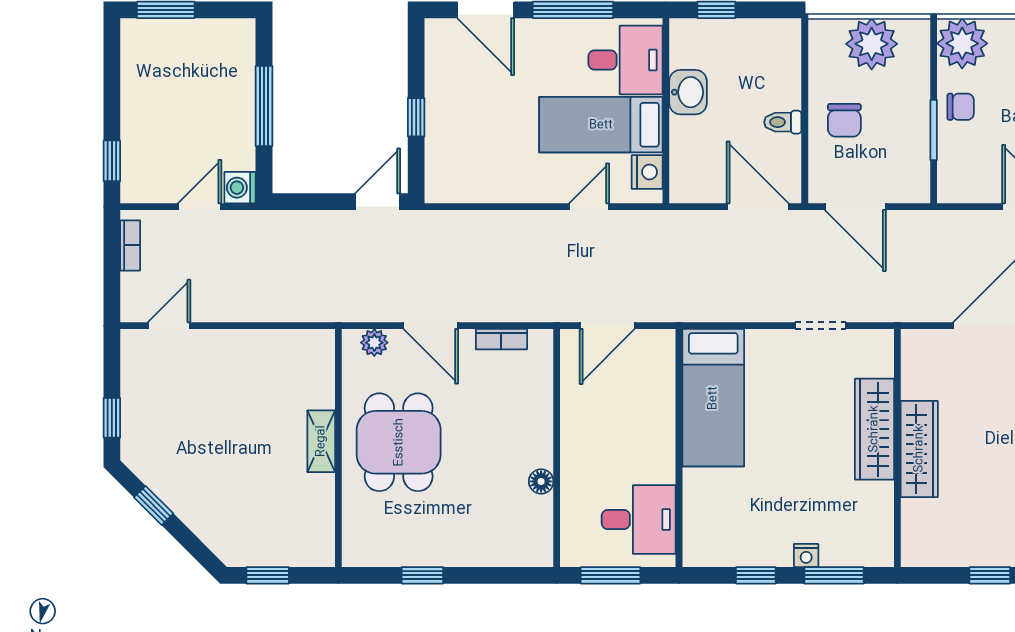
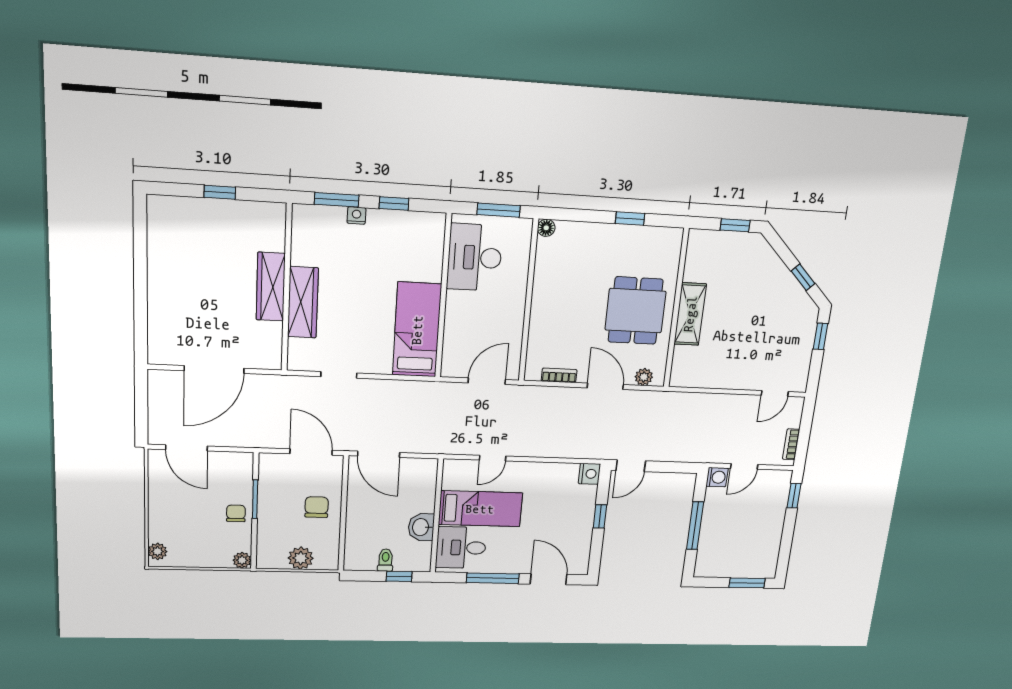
plant: (962, 43) -> (242, 560), width x0.53, depth x0.53
plant: (872, 44) -> (301, 558), width x0.73, depth x0.73
chair: (961, 107) -> (236, 513), turned 90
toilet: (783, 122) -> (385, 560), moved, turned -90
nightstand: (647, 172) -> (589, 474), moved, turned 180
shelving: (321, 441) -> (690, 314), width x1.50, depth x1.33
floor lamp: (541, 481) -> (546, 228), moved
desk: (639, 520) -> (475, 257), width x1.37

